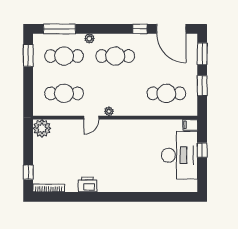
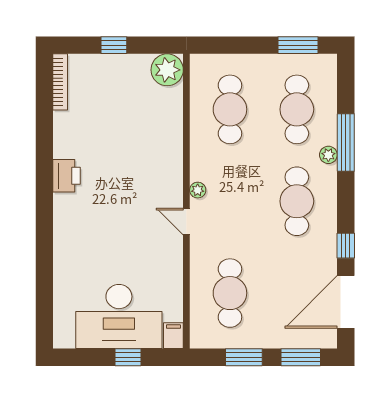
window: (59, 29) -> (346, 143), moved
door: (91, 118) -> (186, 222), moved
window: (28, 172) -> (114, 45), moved
printer: (87, 184) -> (66, 176), moved

